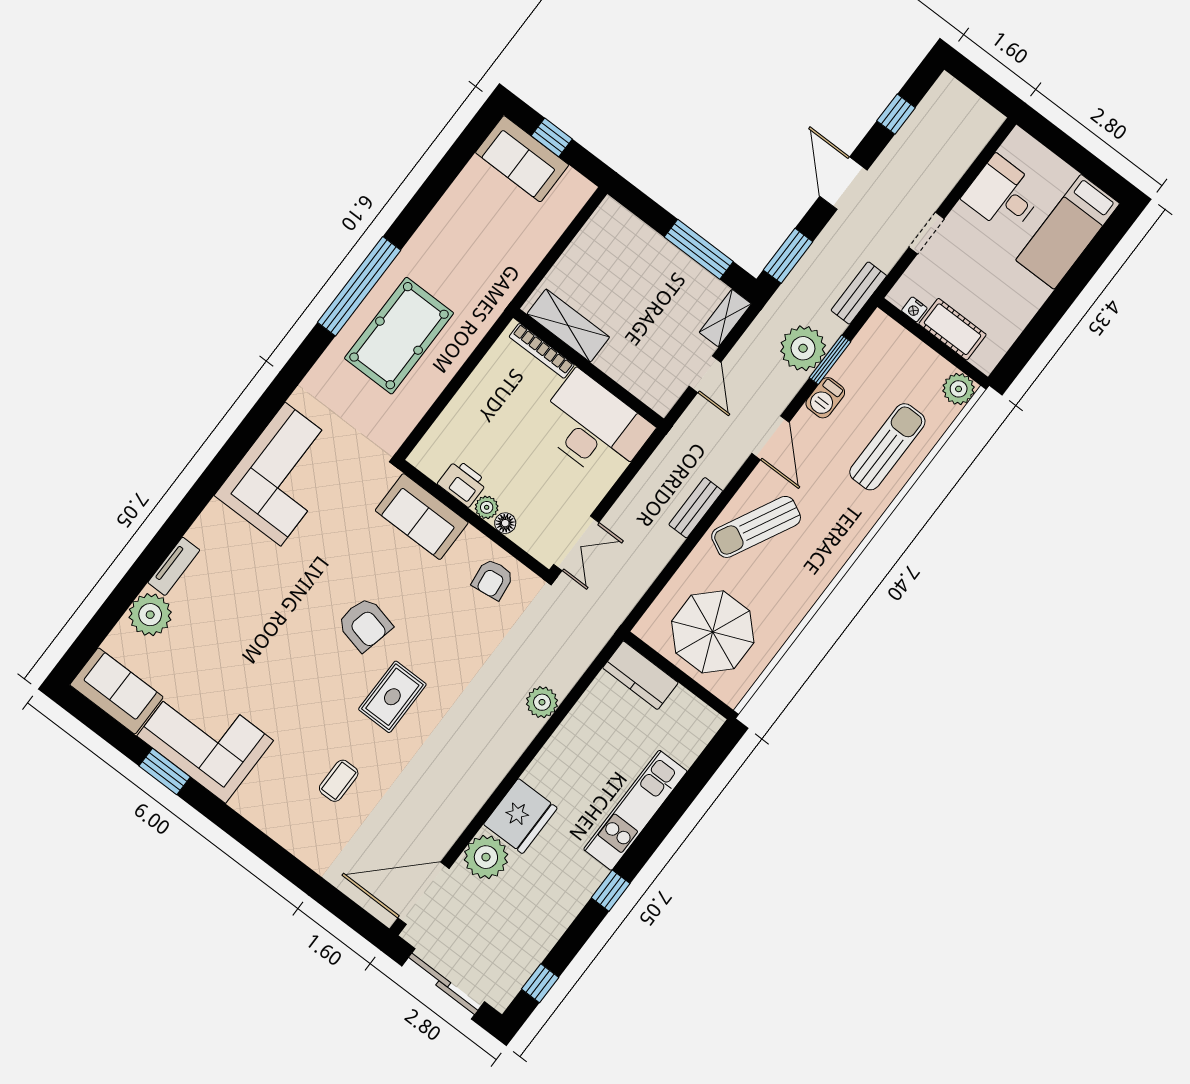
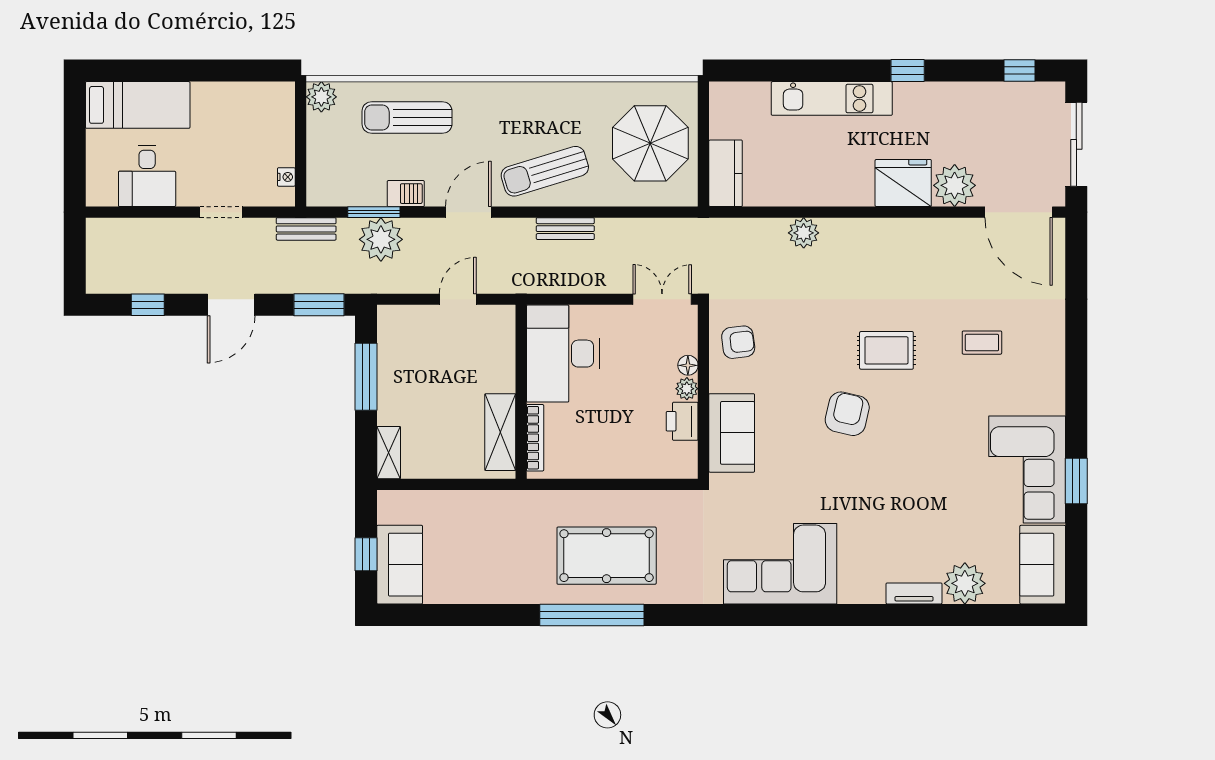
shelving: (725, 318) -> (389, 453), moved, turned 90
cot: (952, 329) -> (279, 136), removed
sun lounger: (756, 527) -> (545, 171), turned 136

